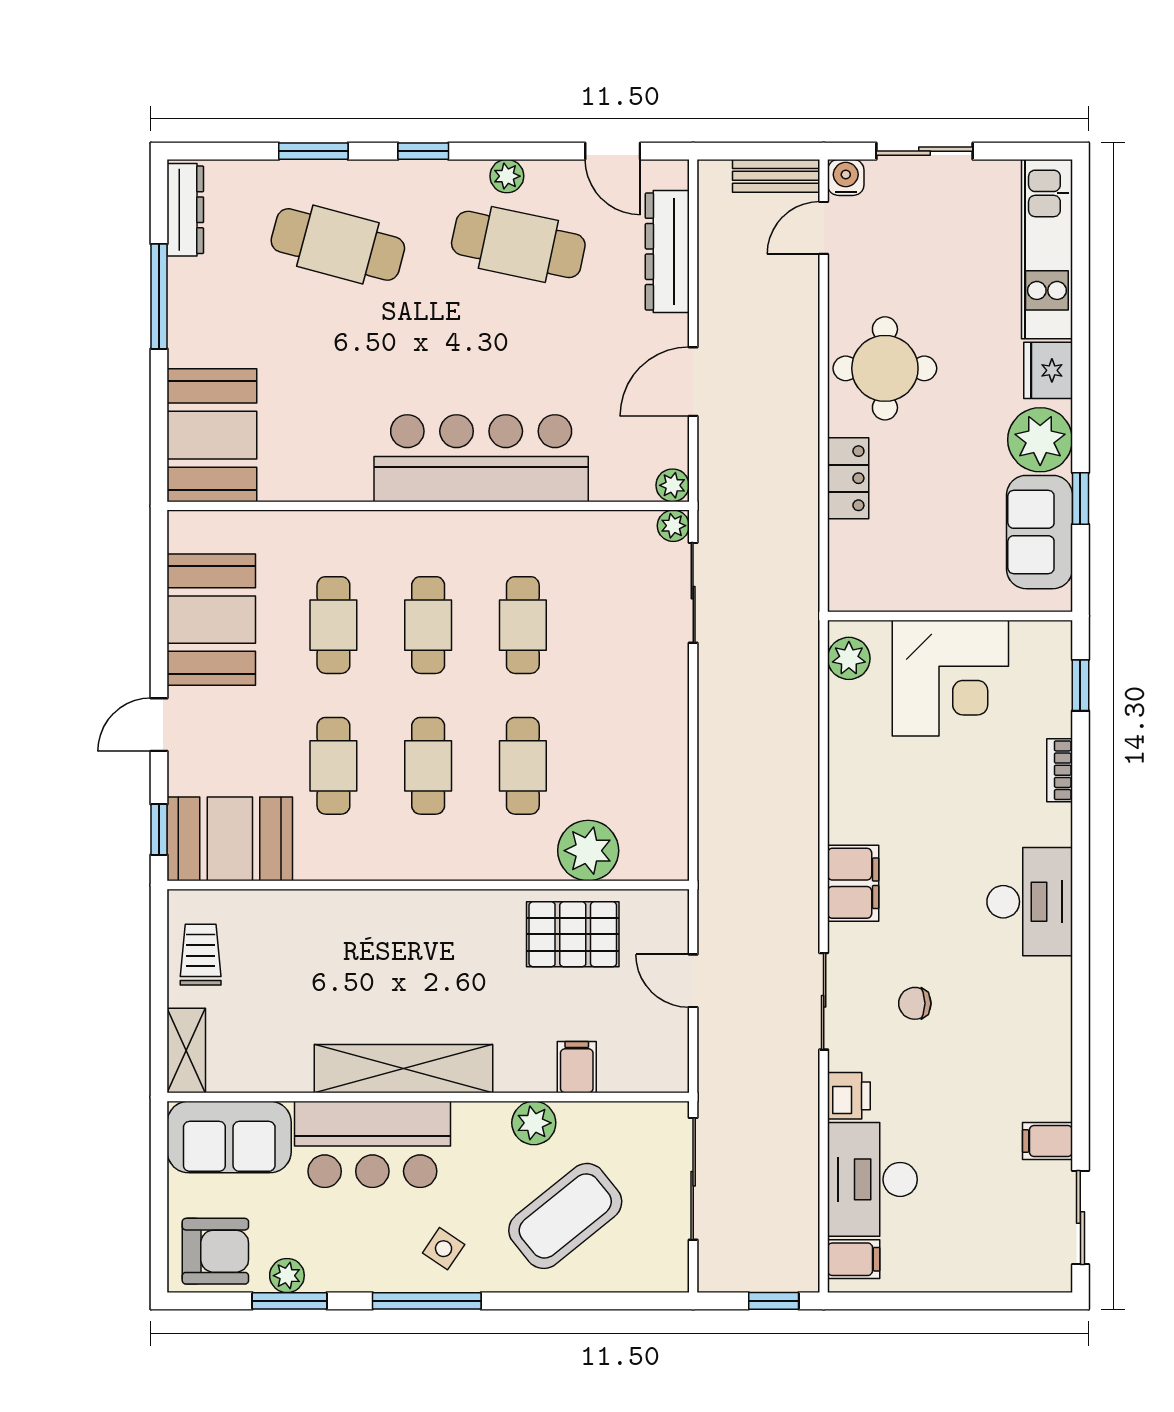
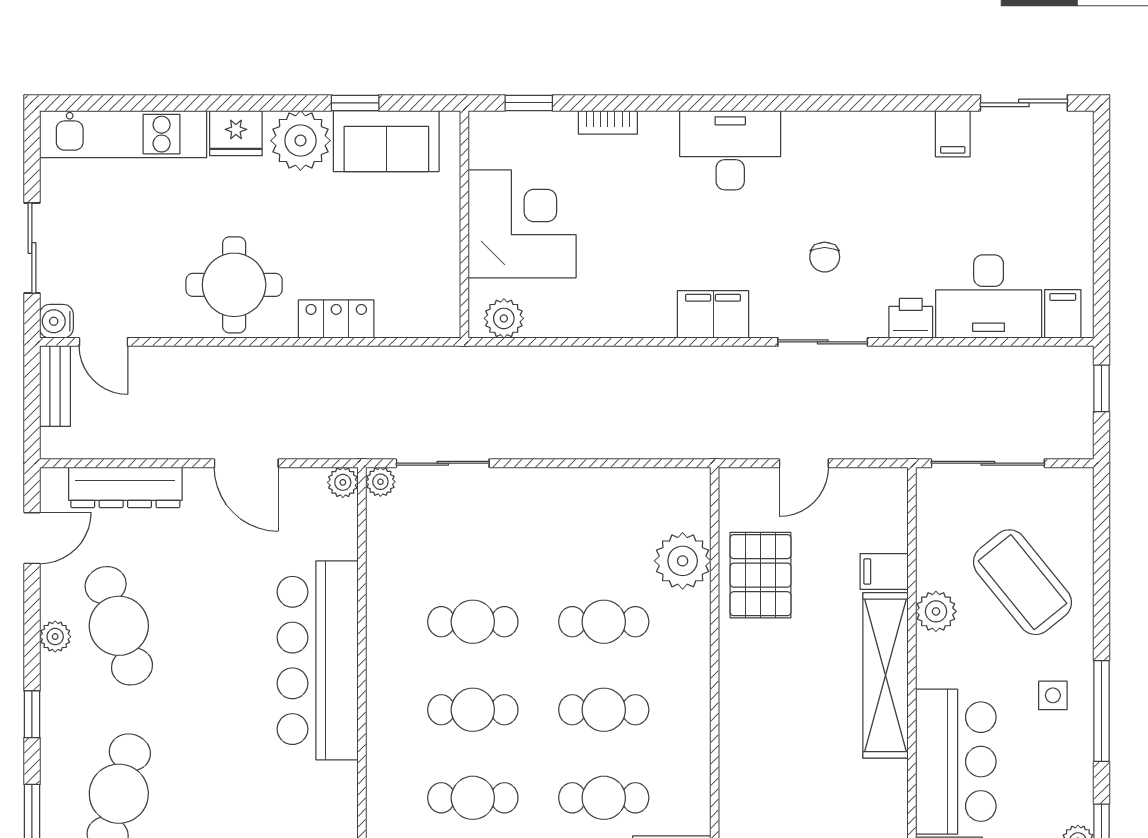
cafe table: (518, 244) -> (119, 626), turned -30
shelving: (404, 1069) -> (885, 675), moved
side table: (444, 1249) -> (1053, 695), turned -34

